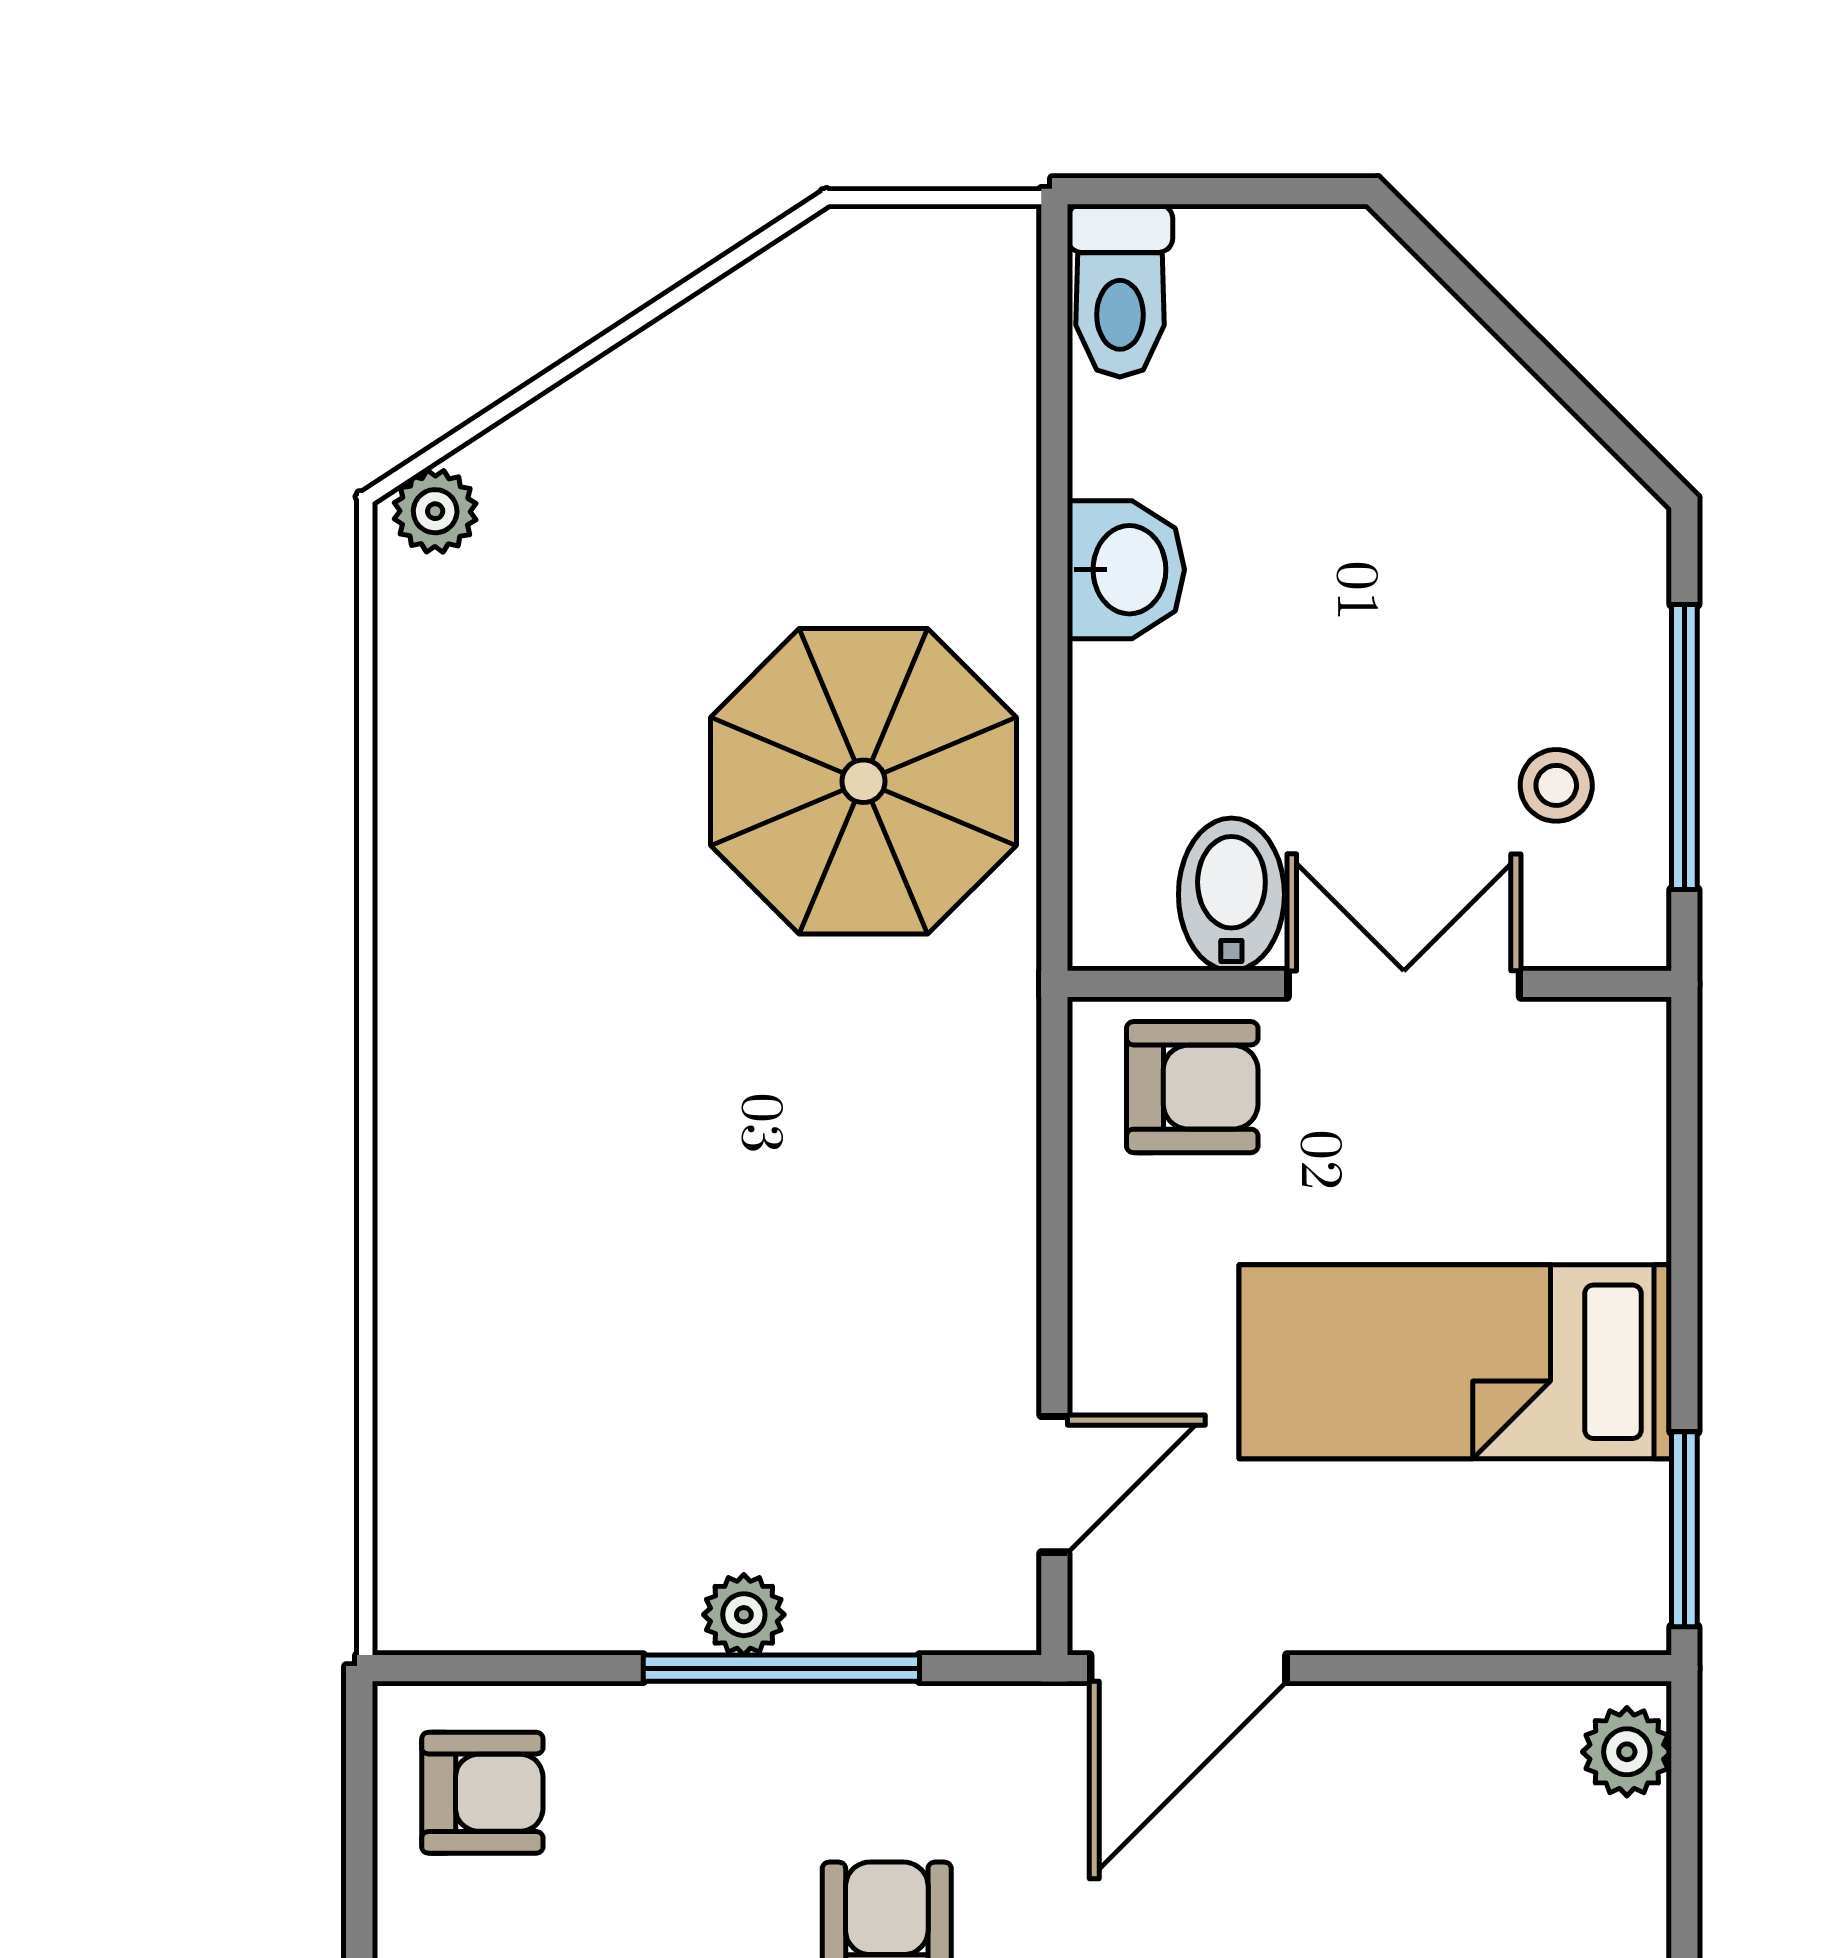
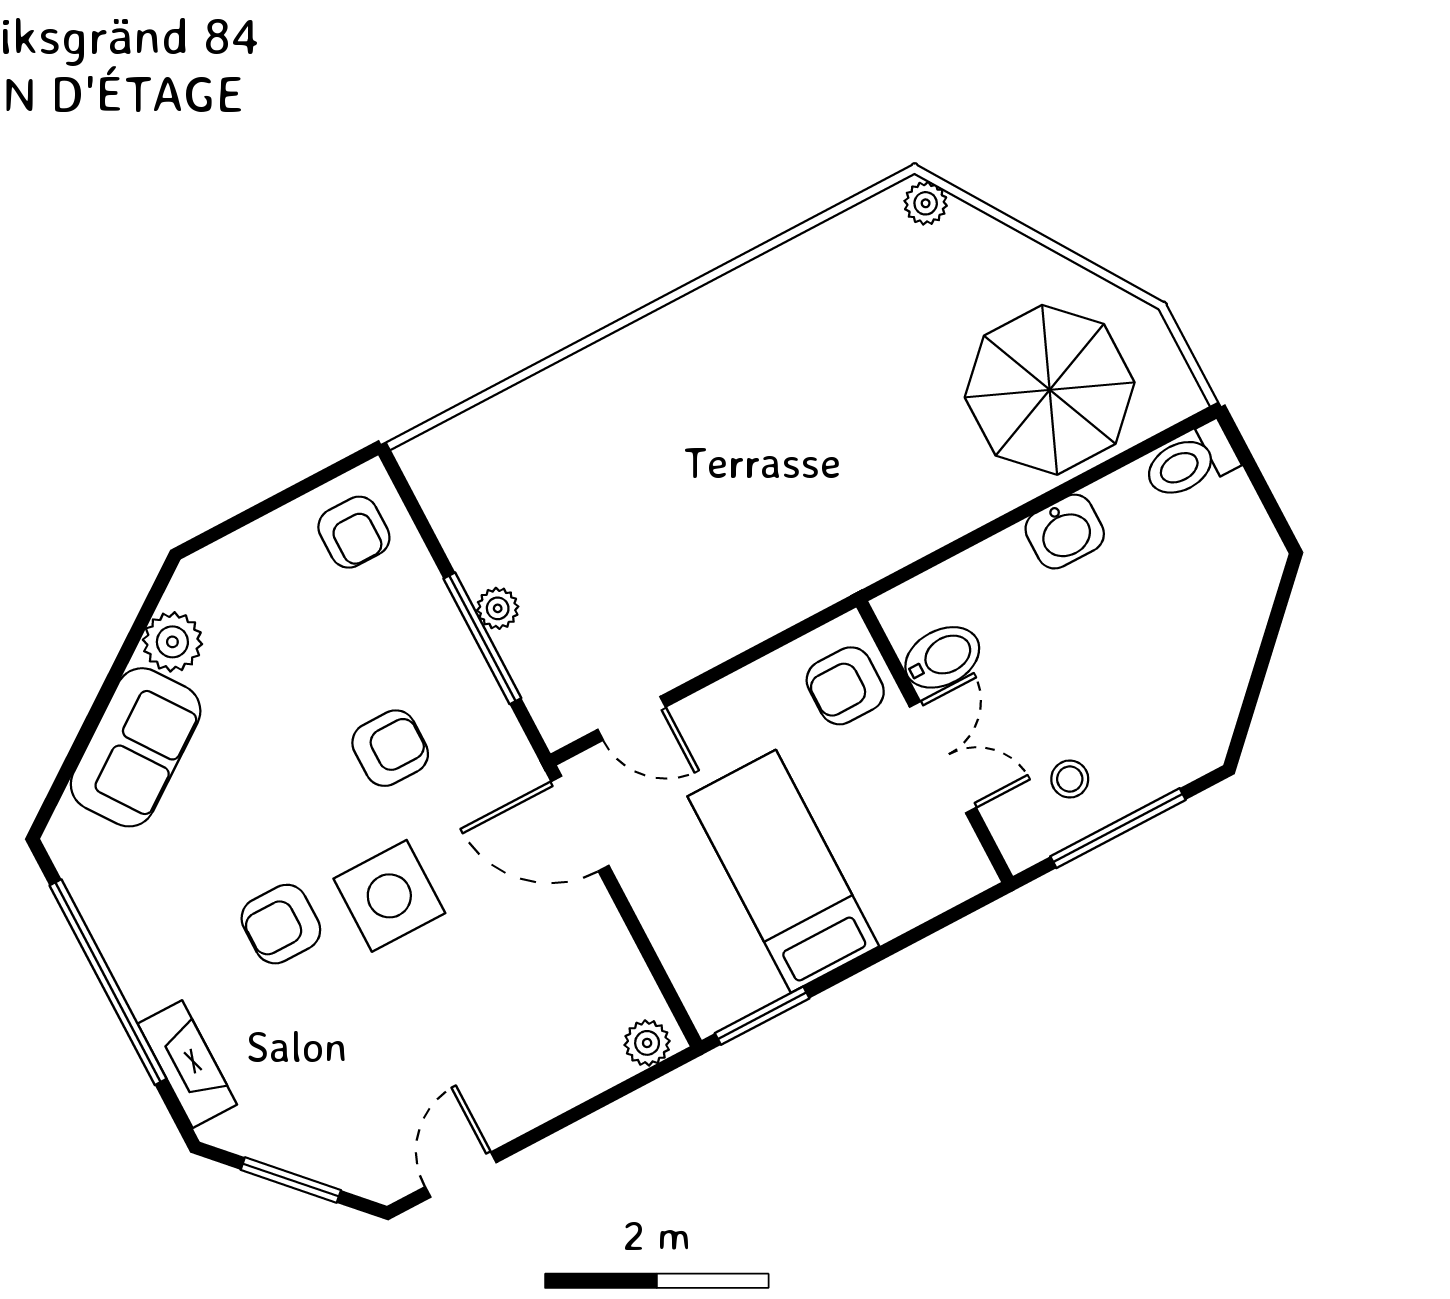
parasol: (863, 781) -> (1050, 390), moved
armchair: (1192, 1087) -> (845, 686), turned 90

